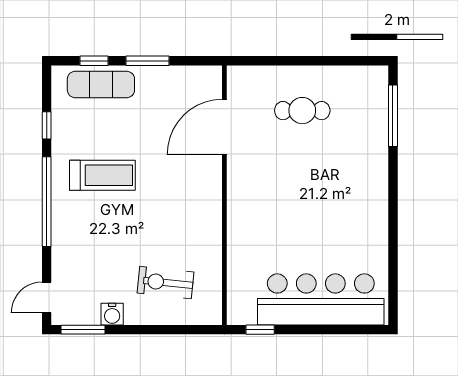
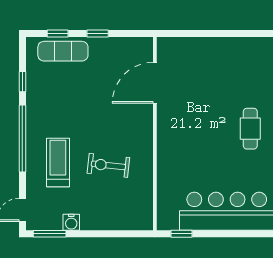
window: (148, 61) -> (98, 34), width x0.67
cafe table: (302, 111) -> (250, 129), moved, turned 90
treadmill: (102, 175) -> (58, 163), moved, turned -90
exercise bike: (165, 283) -> (108, 165), moved

